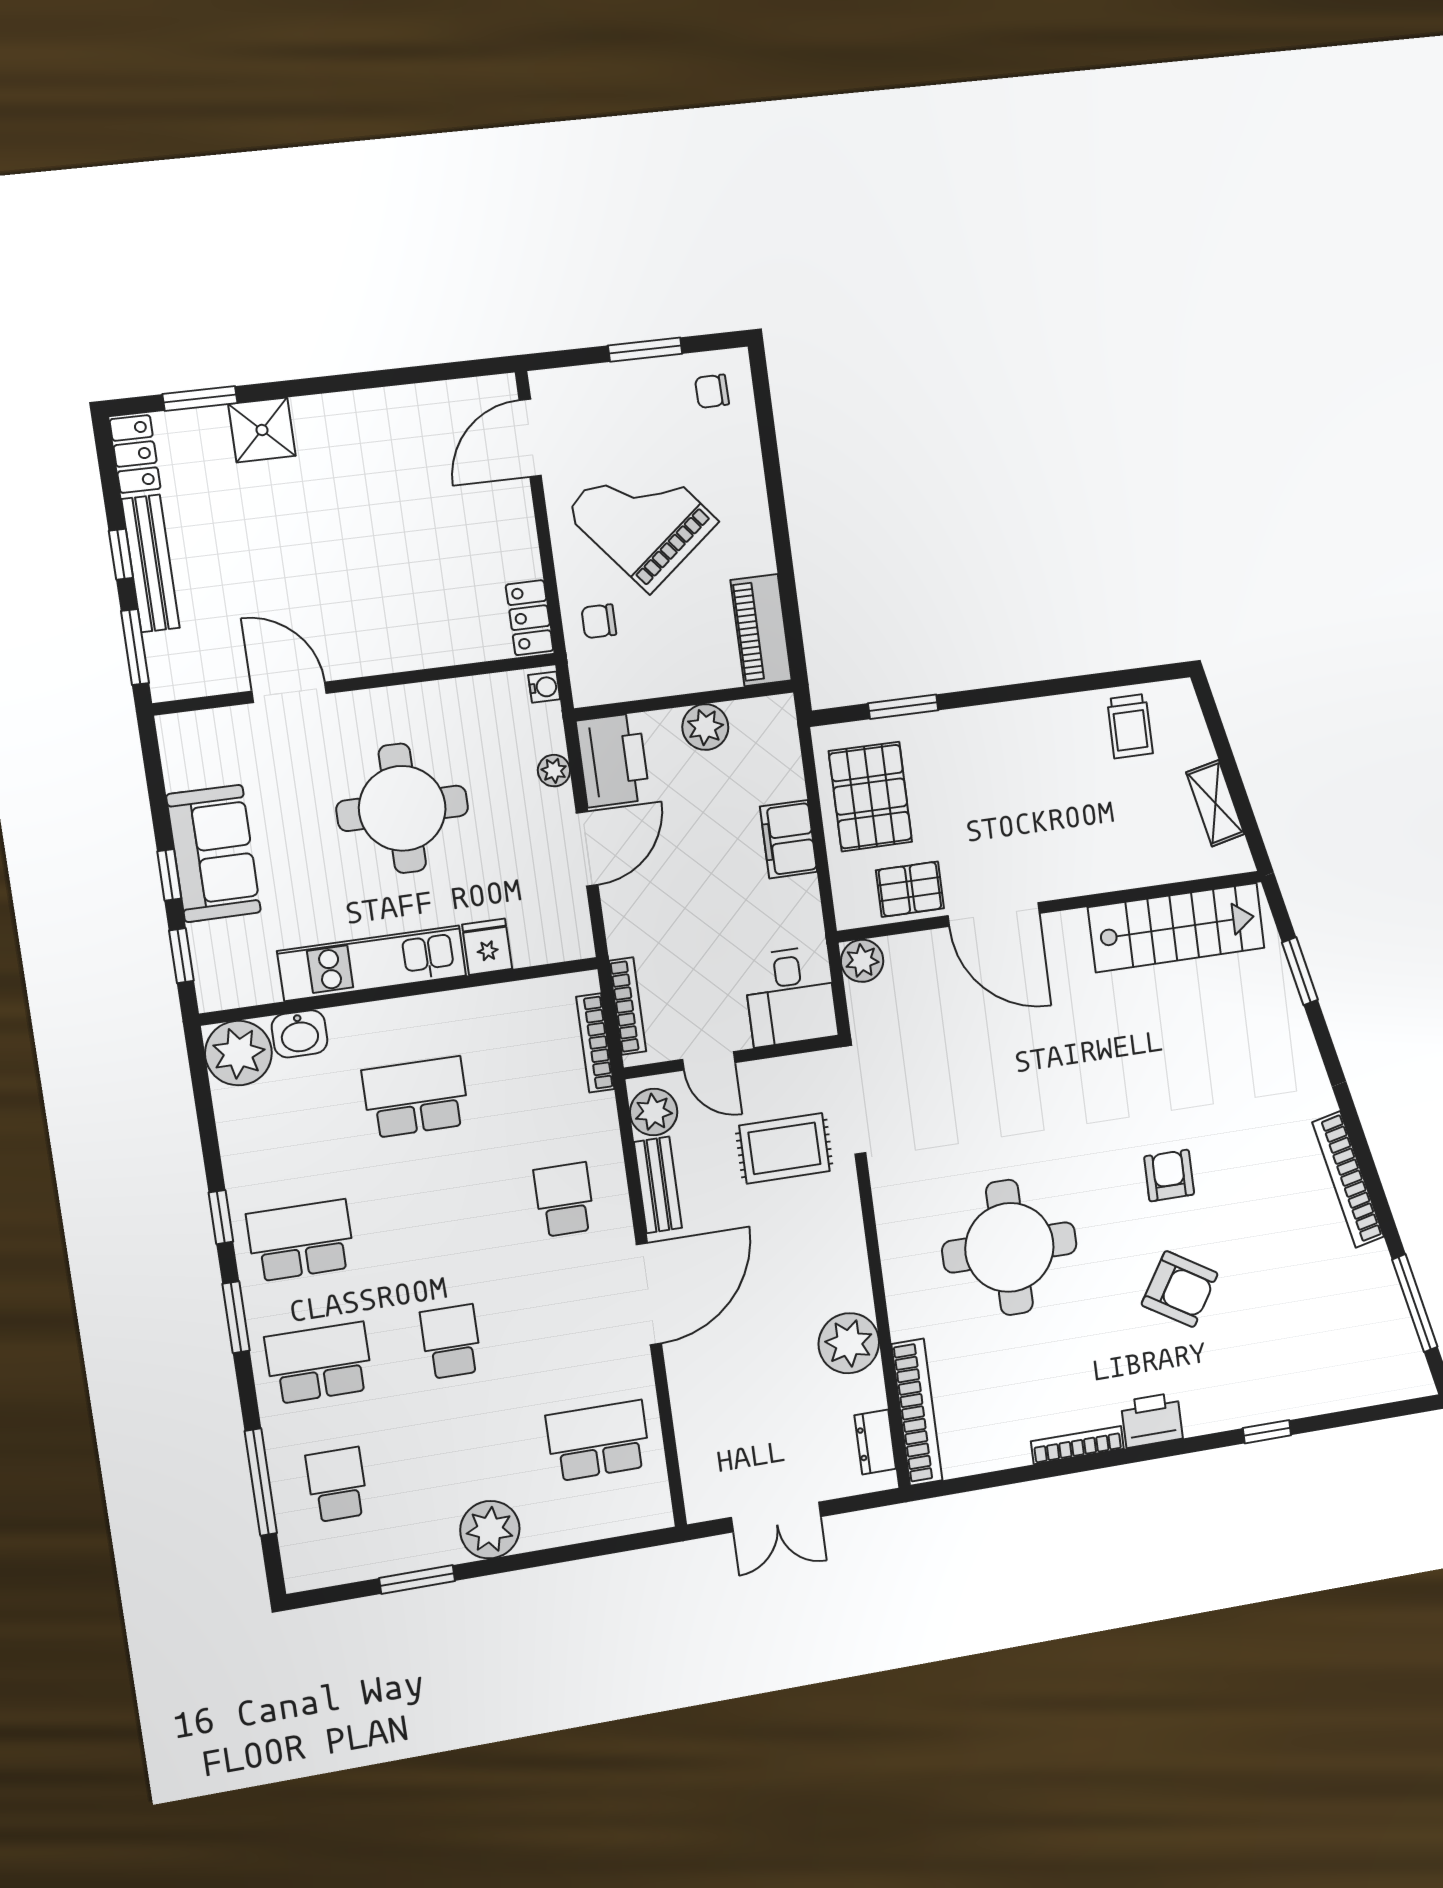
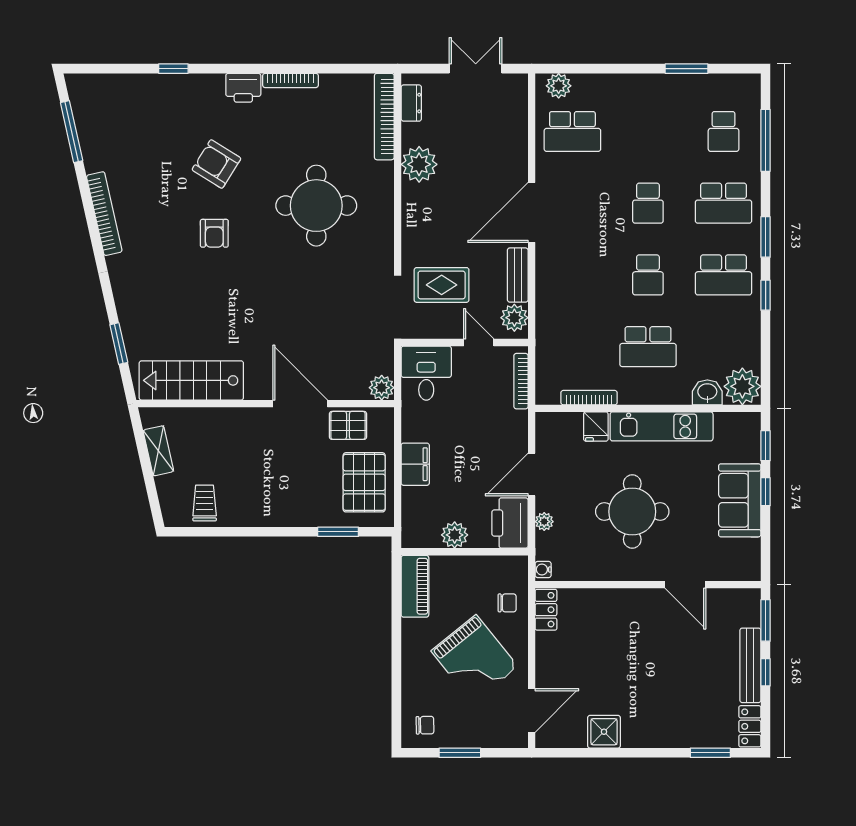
shower: (262, 430) -> (604, 732), moved
bookcase: (595, 1043) -> (589, 398), moved, turned -90
school desk: (564, 1200) -> (648, 275), moved
plant: (490, 1530) -> (559, 86), moved, width x0.73, depth x0.73

